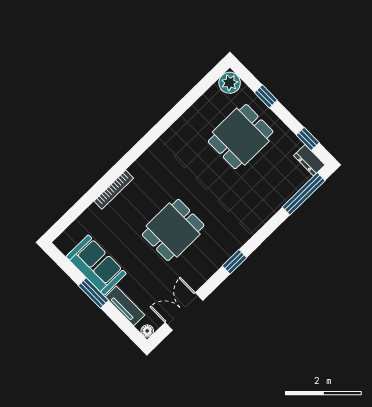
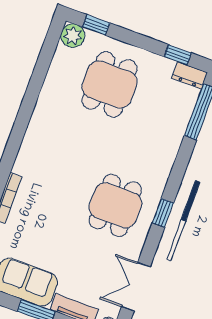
window: (266, 96) -> (96, 25), moved
dining table: (173, 230) -> (115, 205), moved

